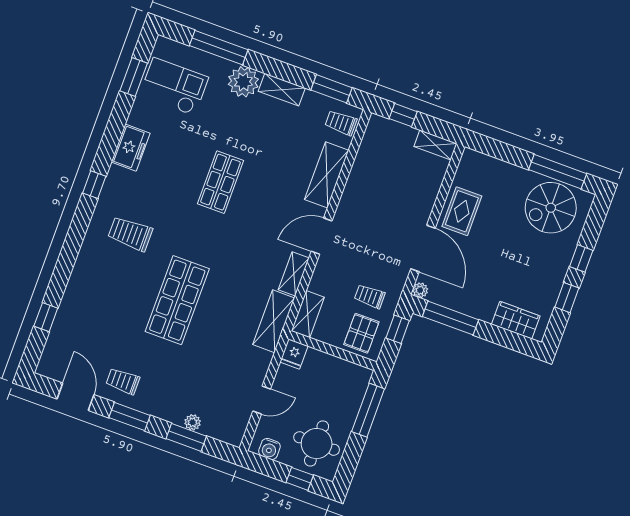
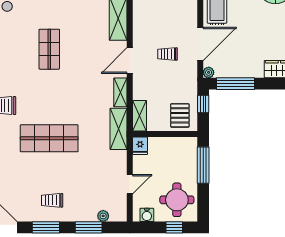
door: (423, 248) -> (200, 44), hinge flipped
trolley: (370, 296) -> (167, 54), moved
shop shelf: (177, 300) -> (49, 138), turned 90
trolley: (123, 381) -> (52, 200), moved
plant: (193, 422) -> (103, 216), moved

